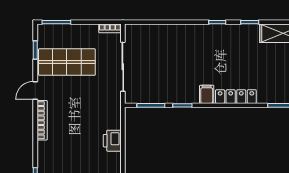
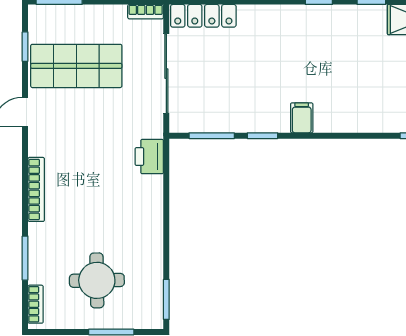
locker: (236, 97) -> (203, 16), moved, turned 180
bookcase: (42, 120) -> (36, 189), moved
printer: (112, 141) -> (149, 157), moved

